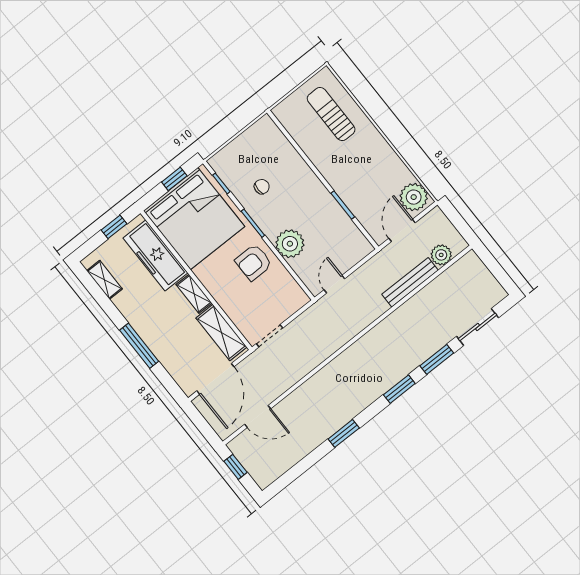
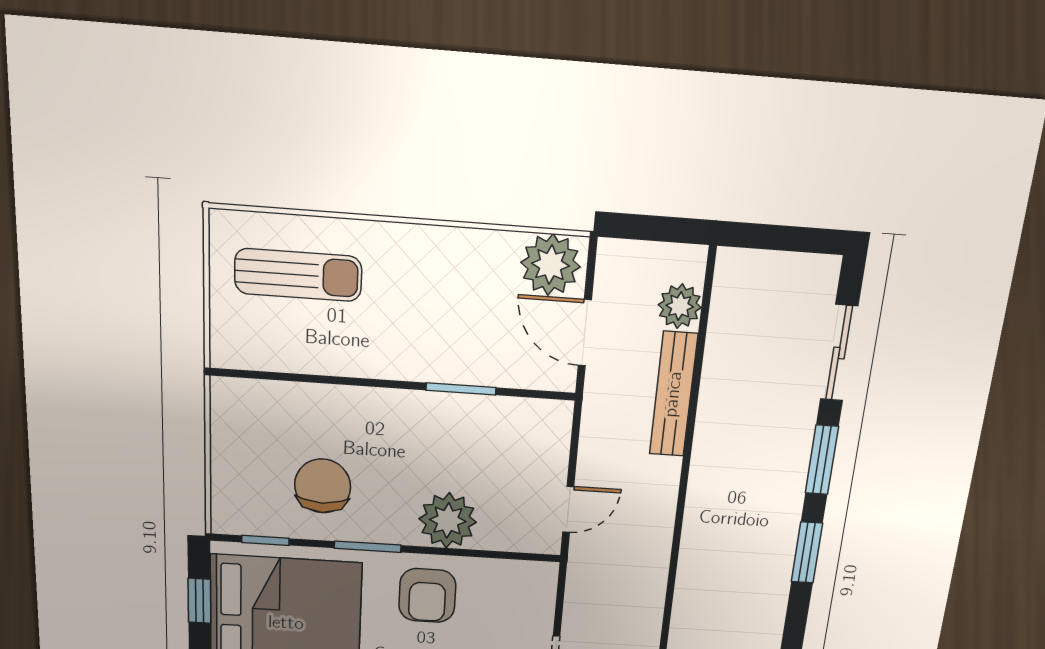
sun lounger: (331, 114) -> (298, 275), turned 180
chair: (262, 187) -> (323, 486), width x1.87, depth x1.87
door: (334, 284) -> (568, 509), swing flipped

